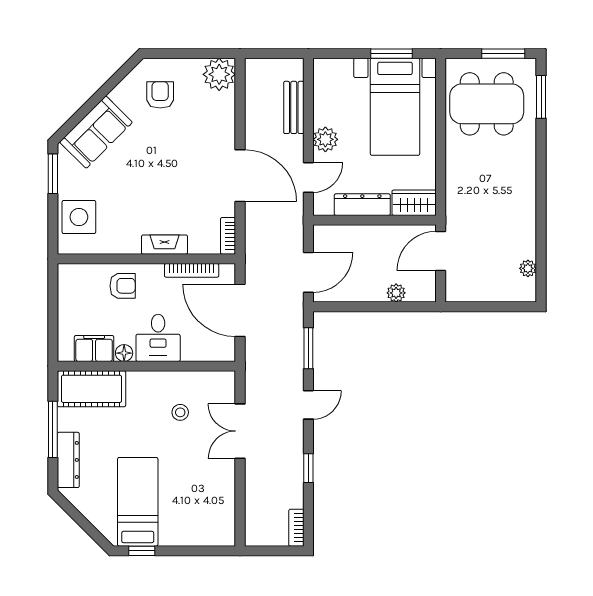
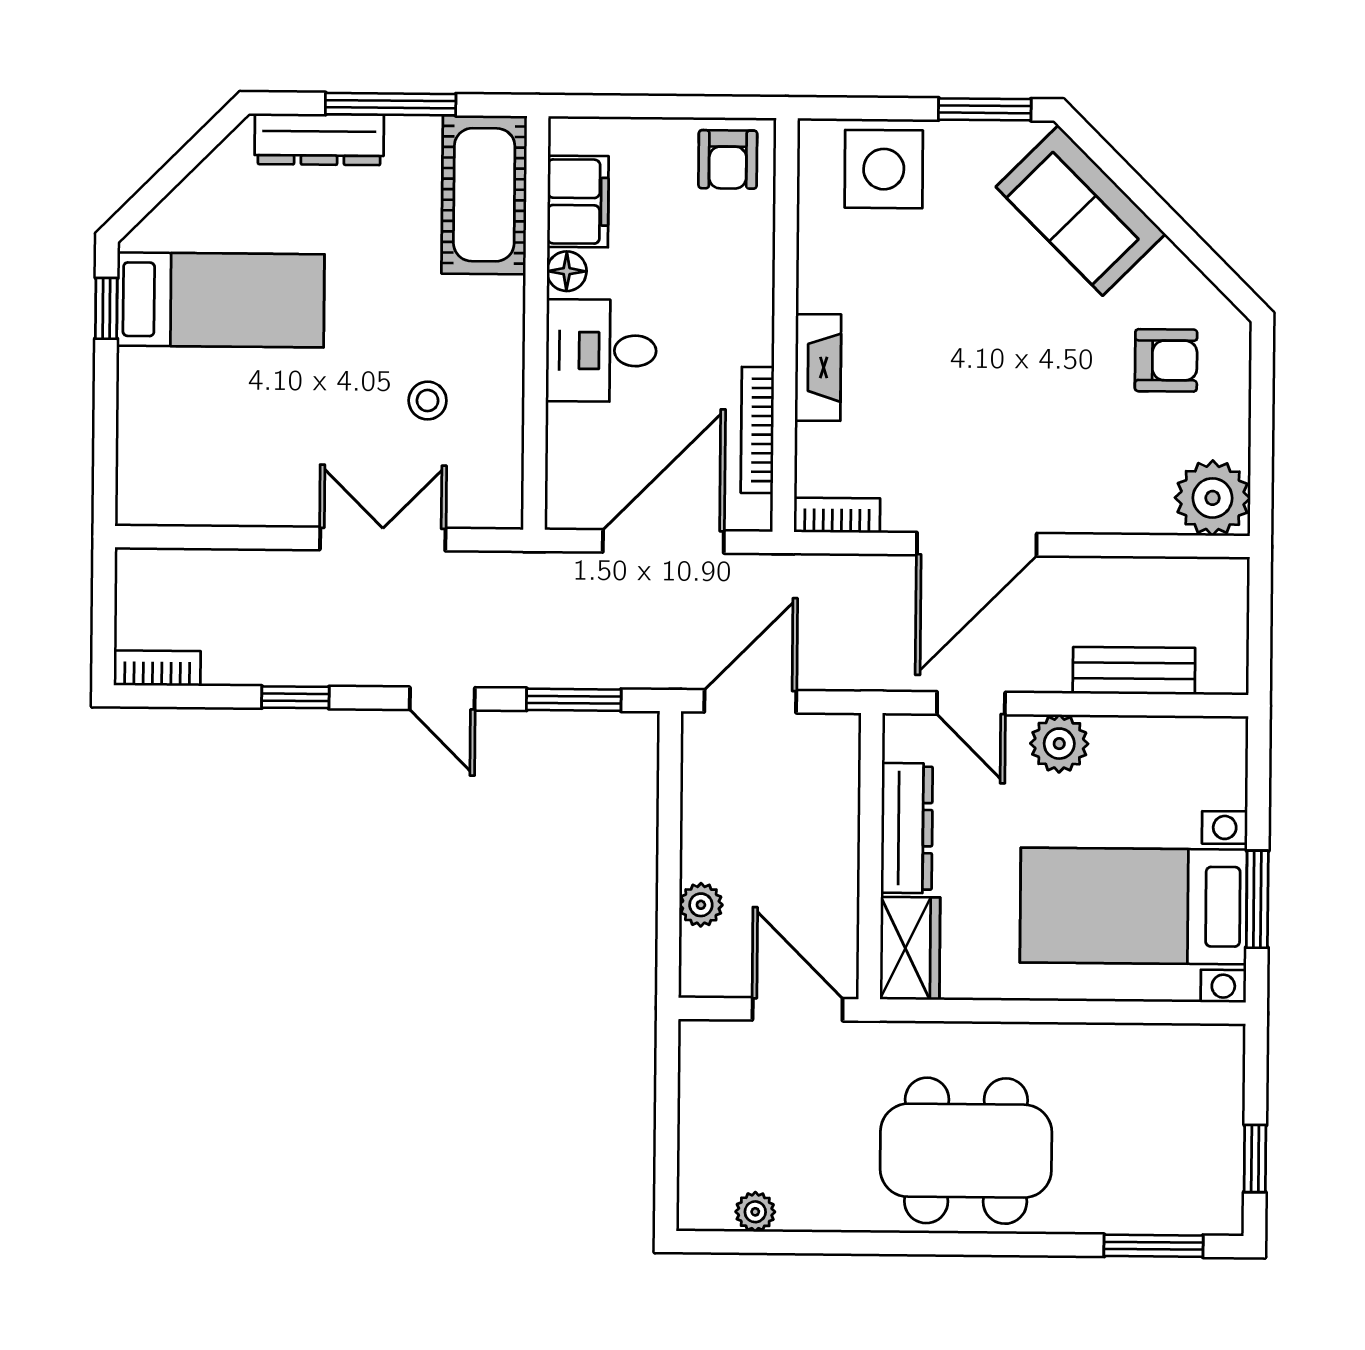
window: (503, 54) -> (1255, 1159), width x0.67
dining table: (487, 104) -> (966, 1151), moved, turned 90
door: (308, 272) -> (750, 701), swing flipped
armchair: (123, 286) -> (728, 159), moved

